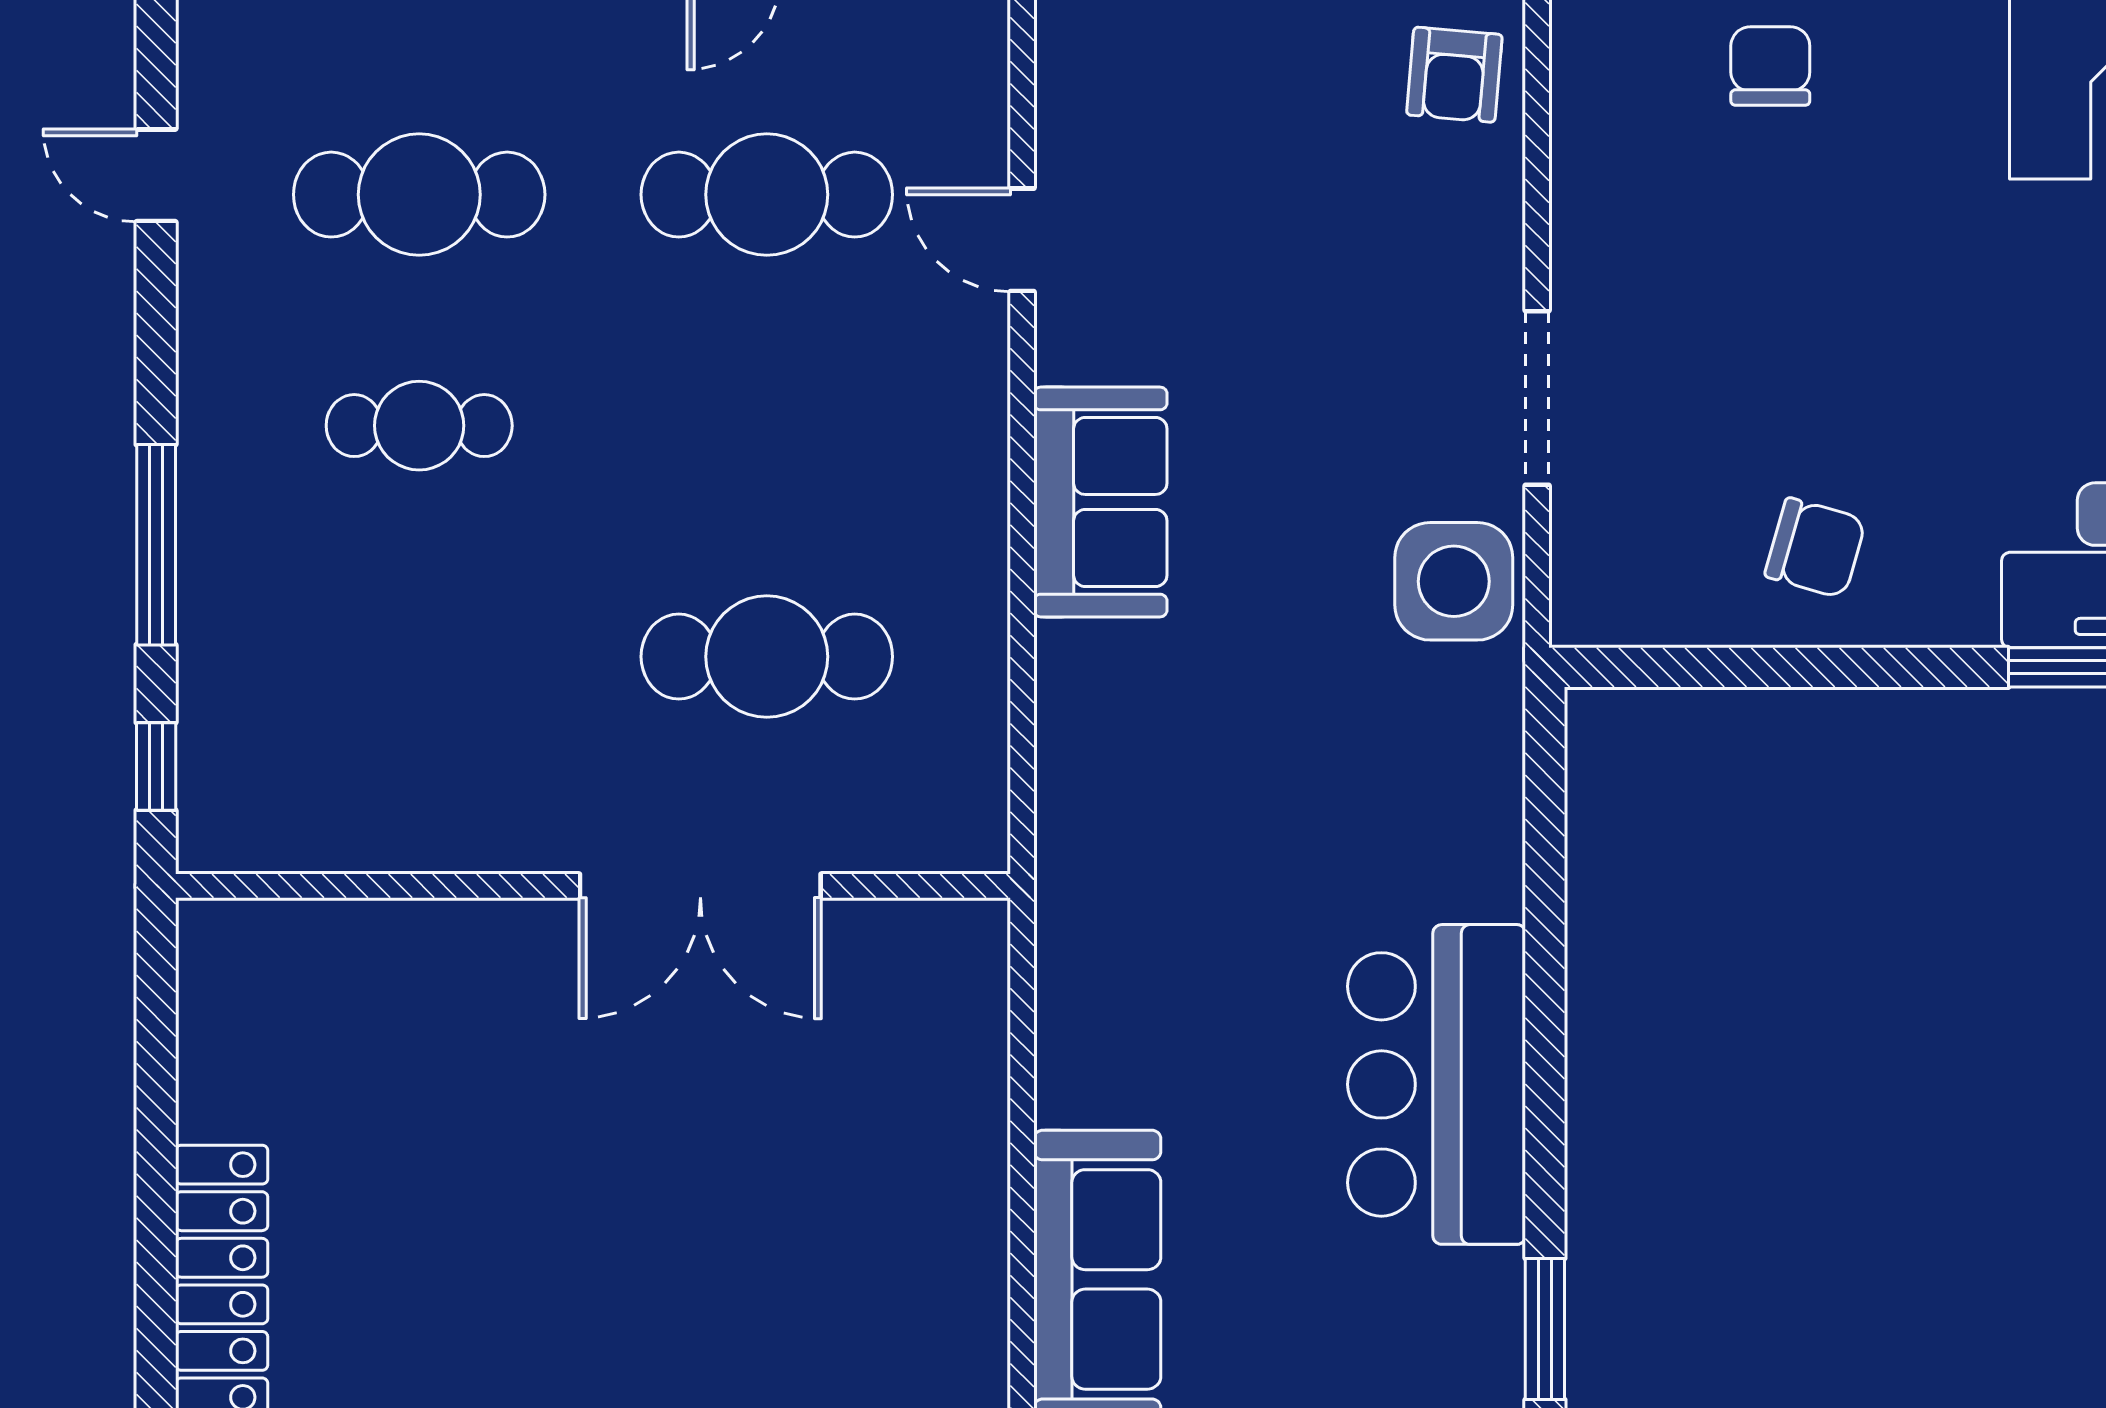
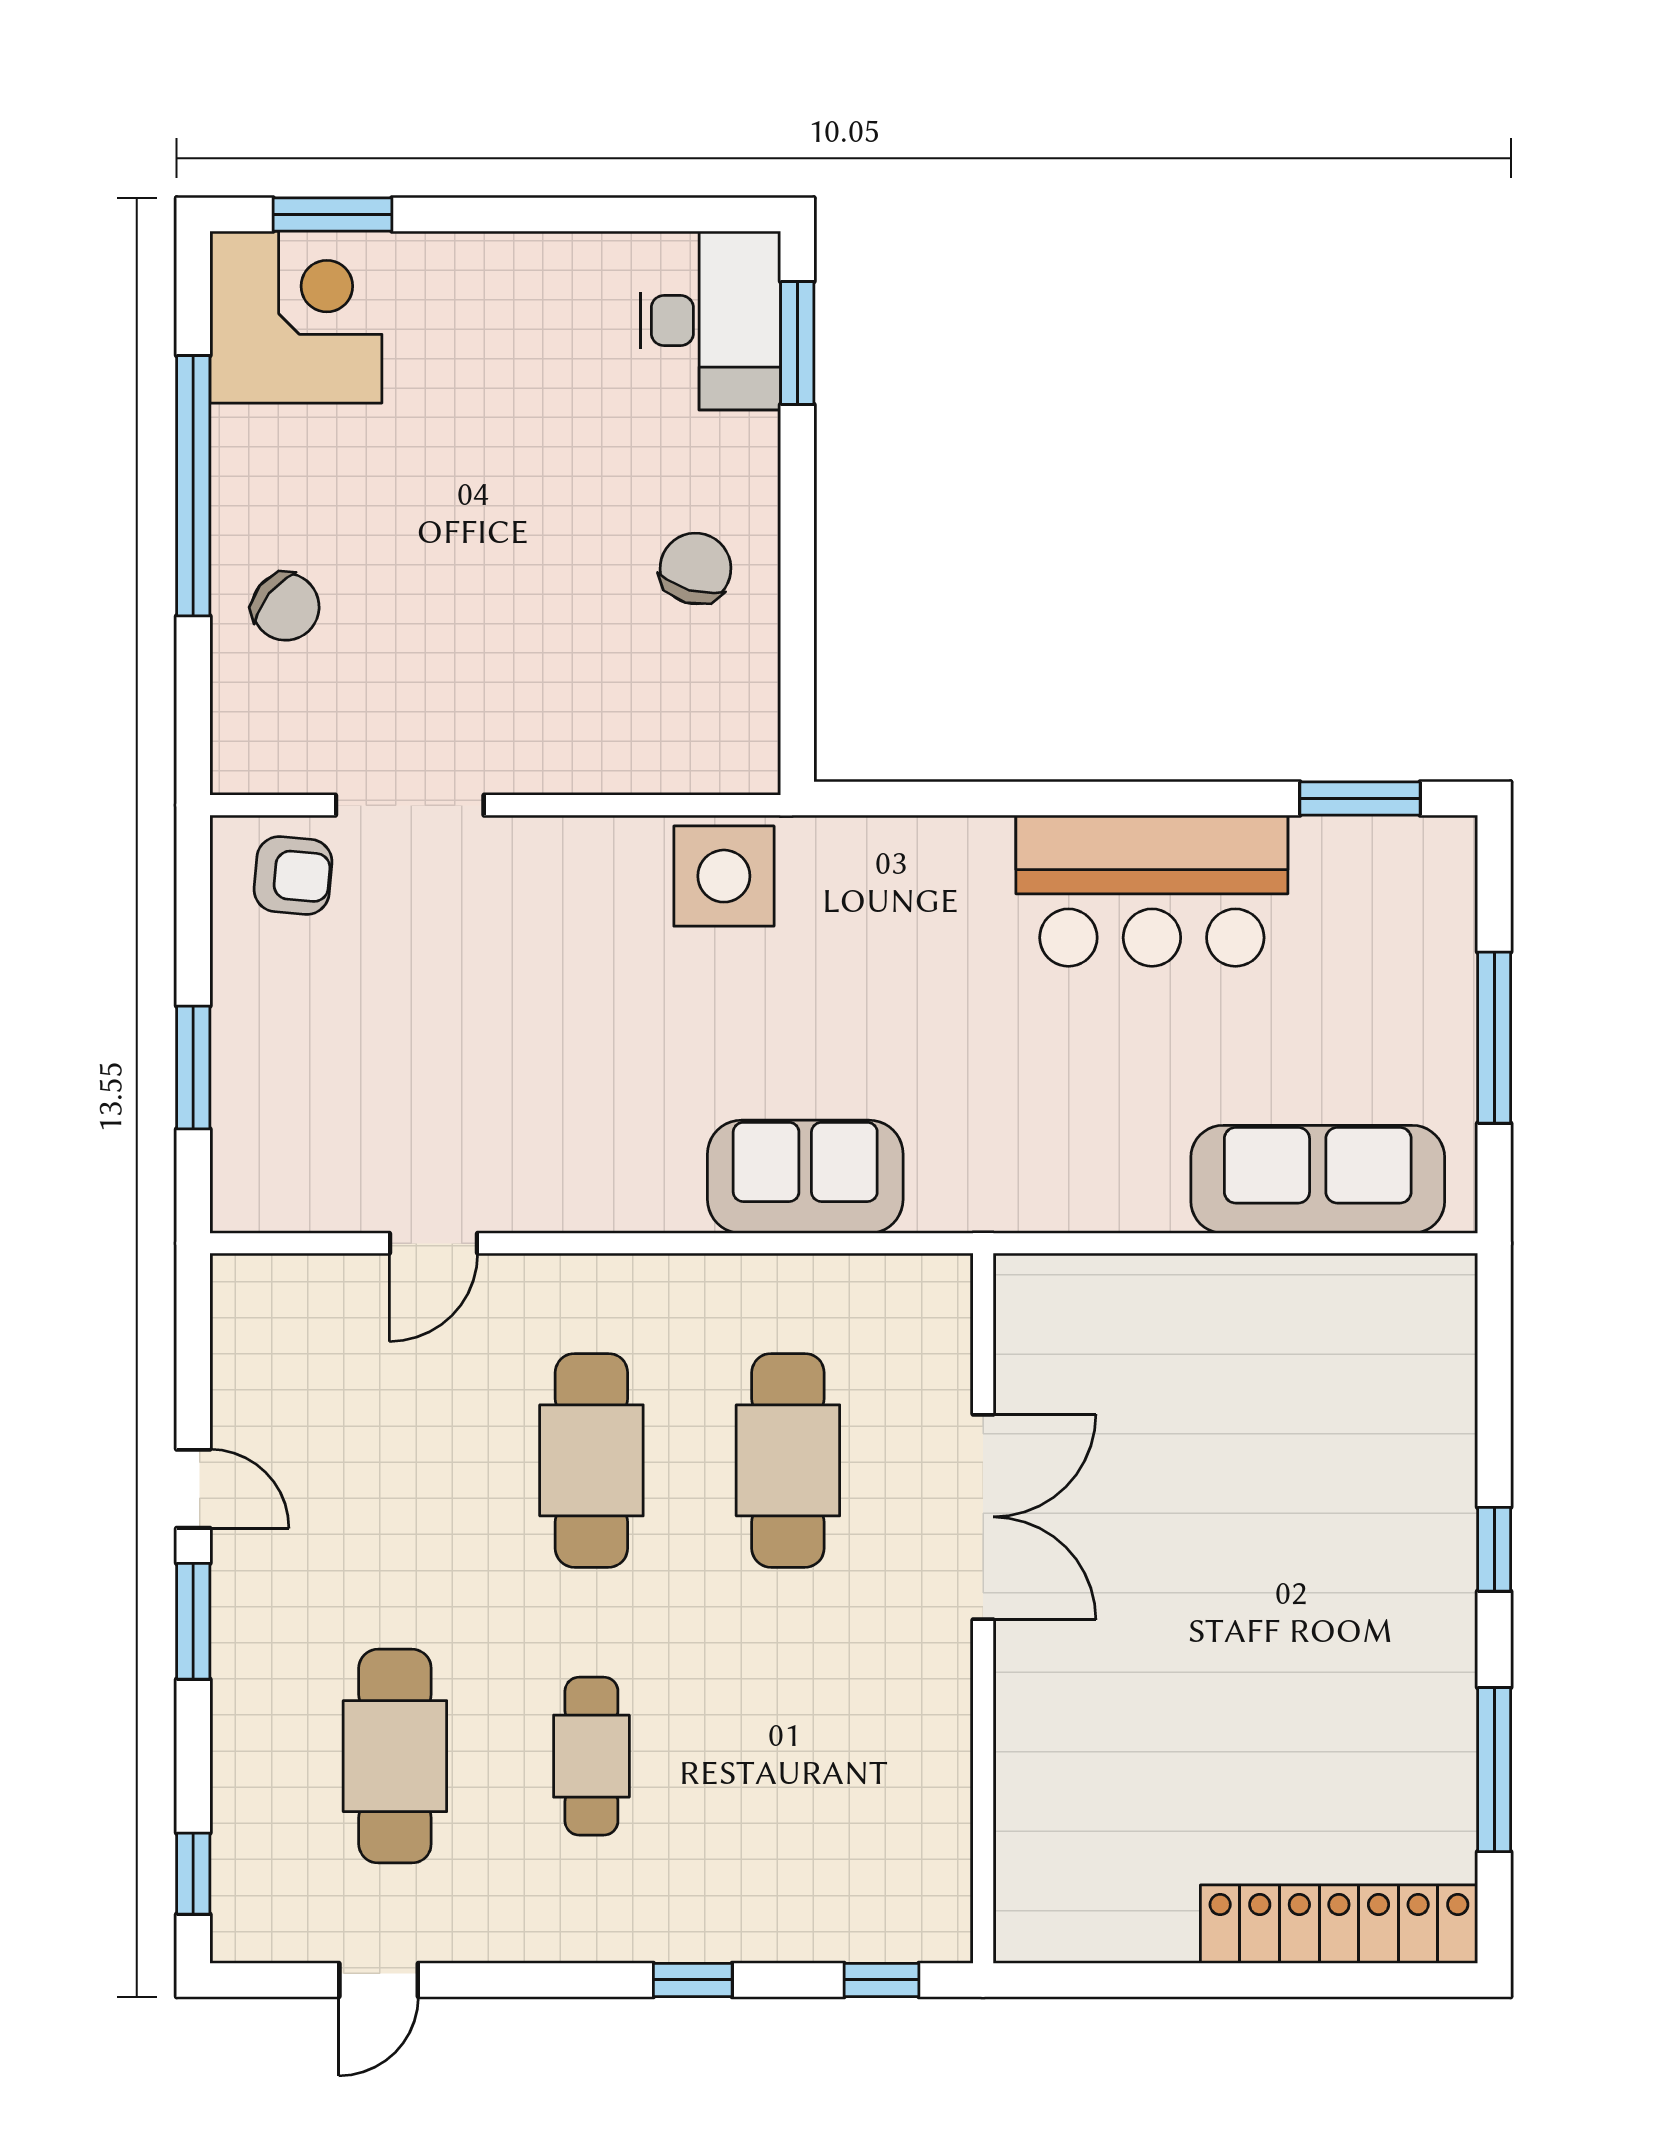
chair: (1770, 66) -> (286, 607), turned -141
cafe table: (767, 195) -> (591, 1460), moved
doorway: (1537, 398) -> (410, 805), moved
sofa: (1100, 502) -> (805, 1177), moved
window: (156, 545) -> (693, 1980), width x0.46

